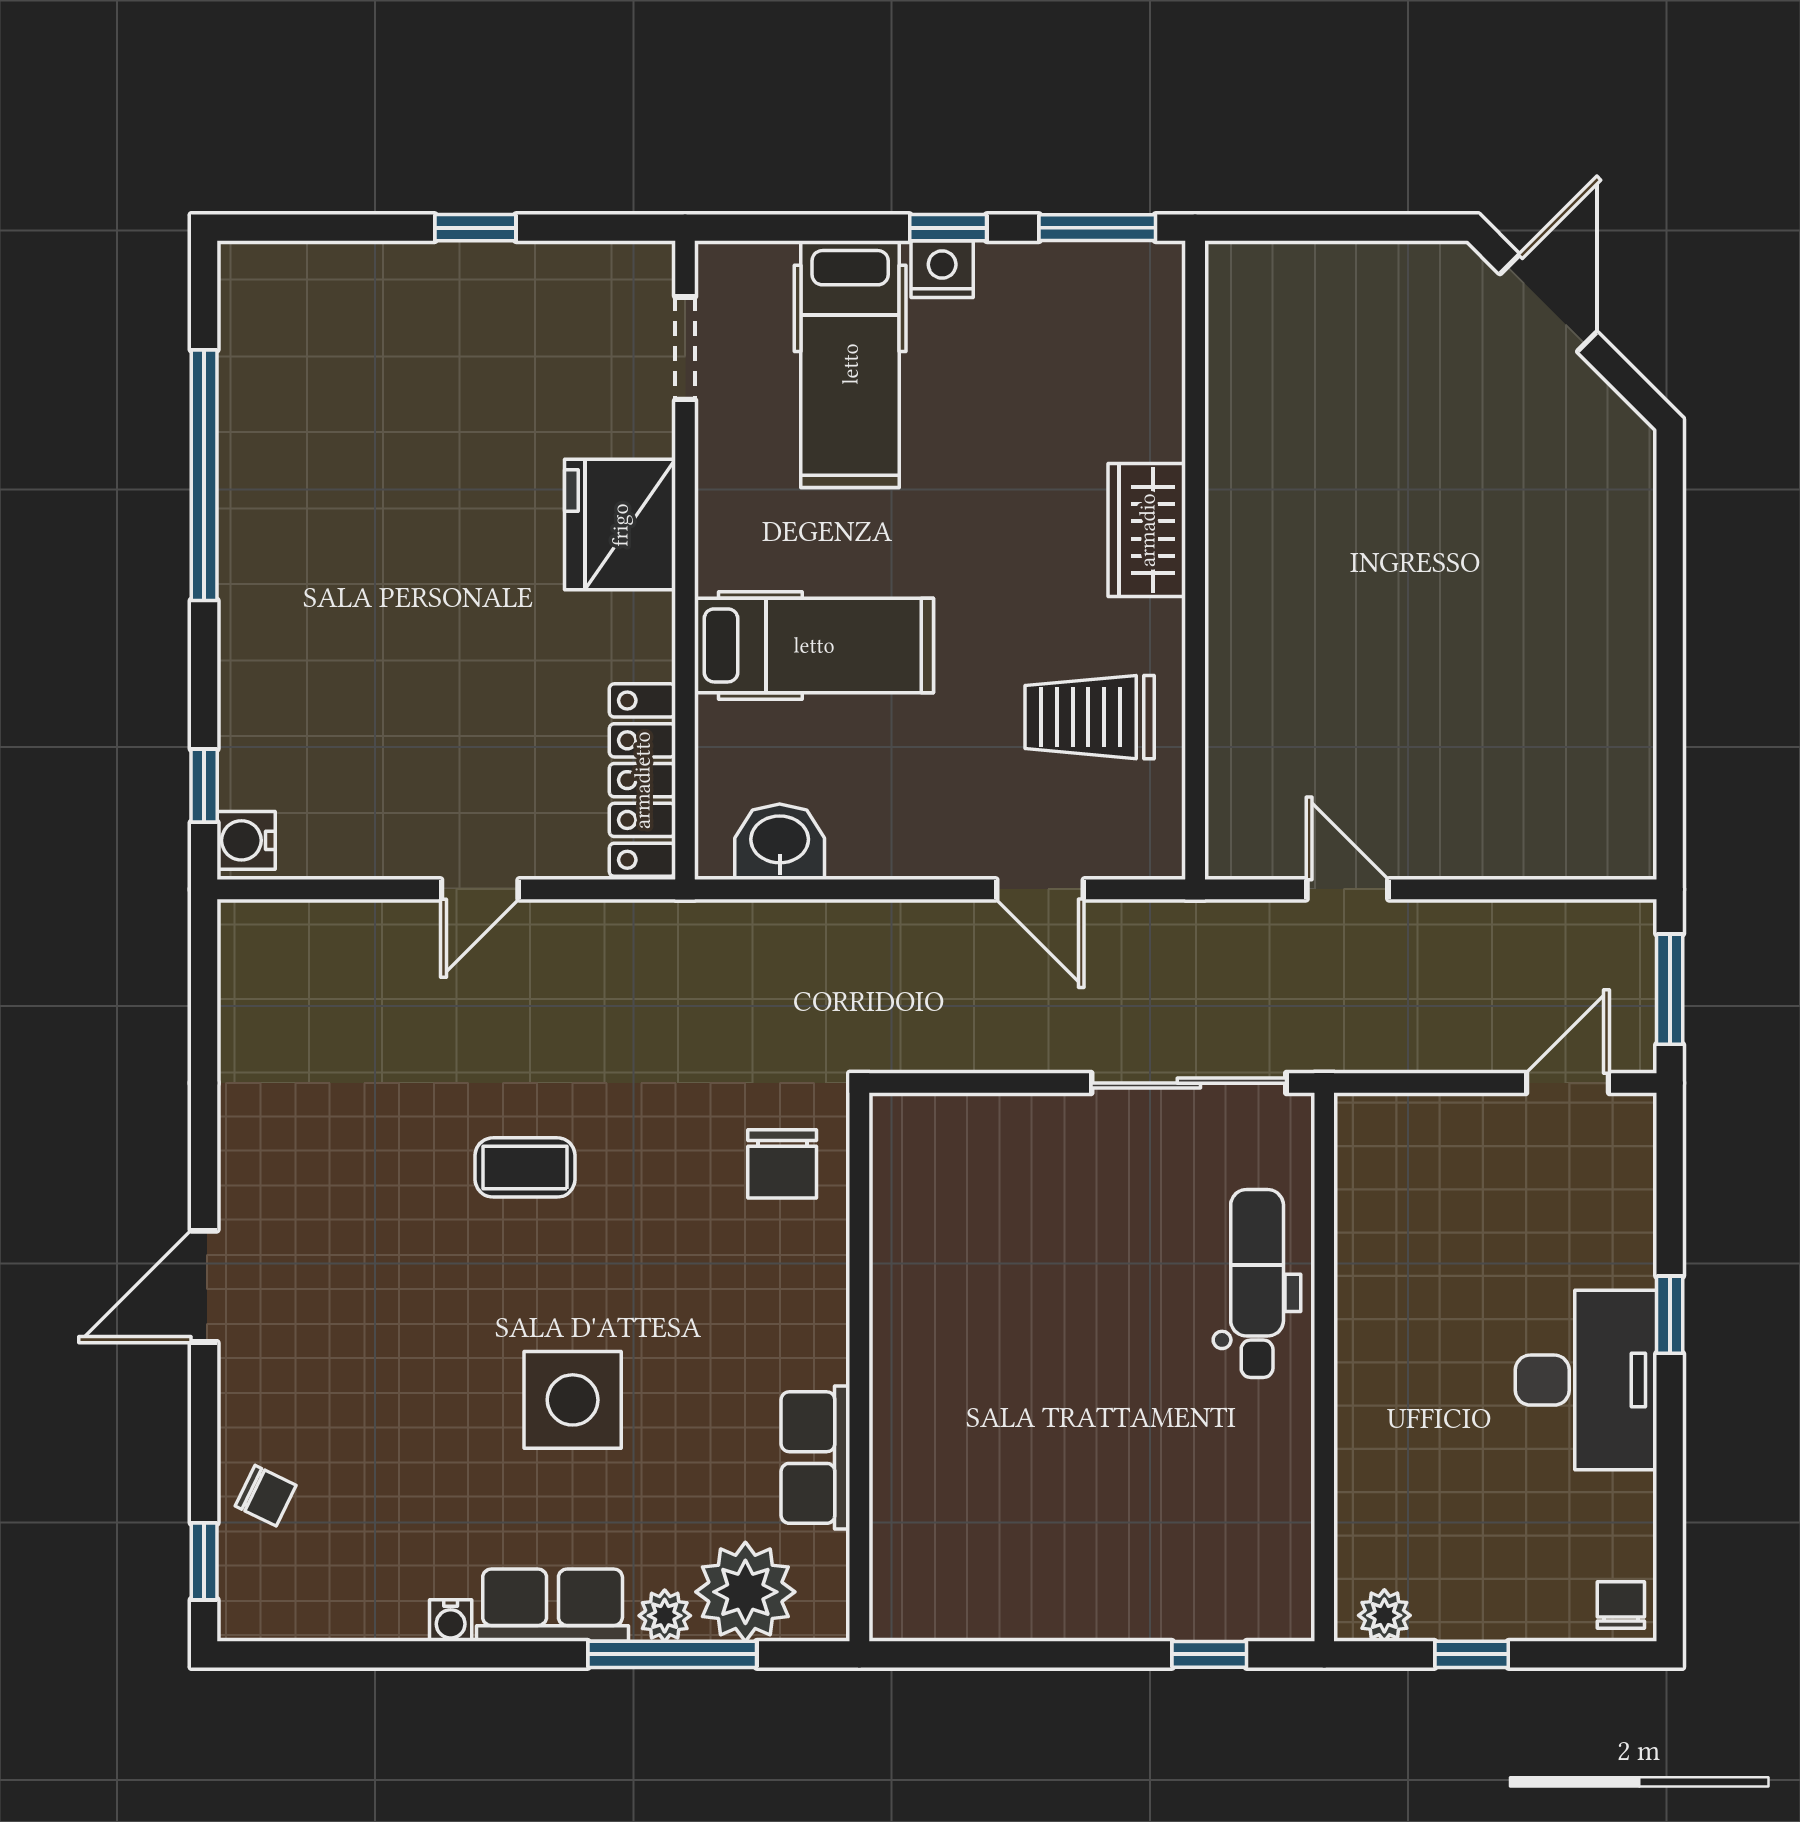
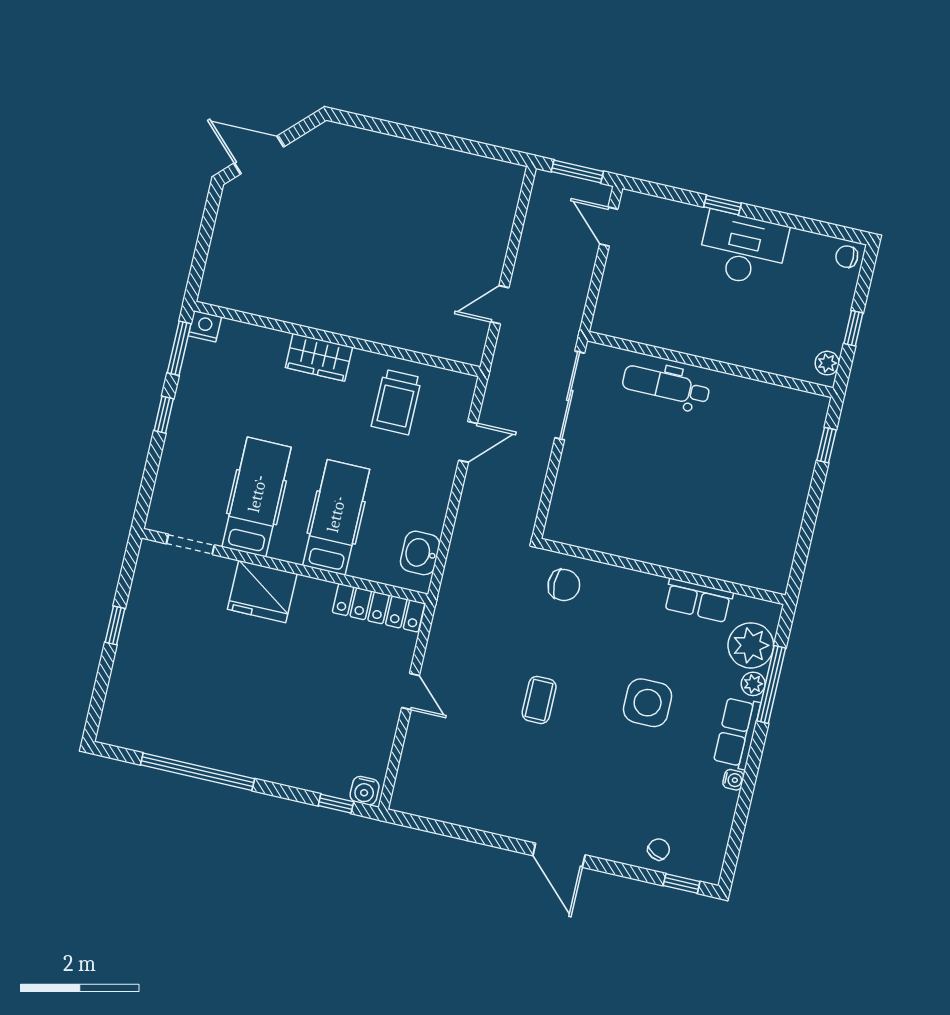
nightstand: (942, 269) -> (205, 326), moved, turned 90
hospital bed: (850, 364) -> (257, 497), moved, turned -90

